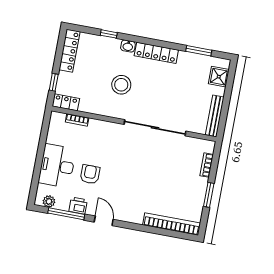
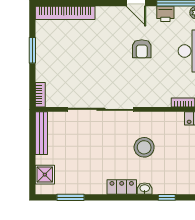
locker: (156, 53) -> (122, 187), width x0.66
bookcase: (207, 165) -> (40, 95), moved
armchair: (90, 174) -> (142, 49), moved

